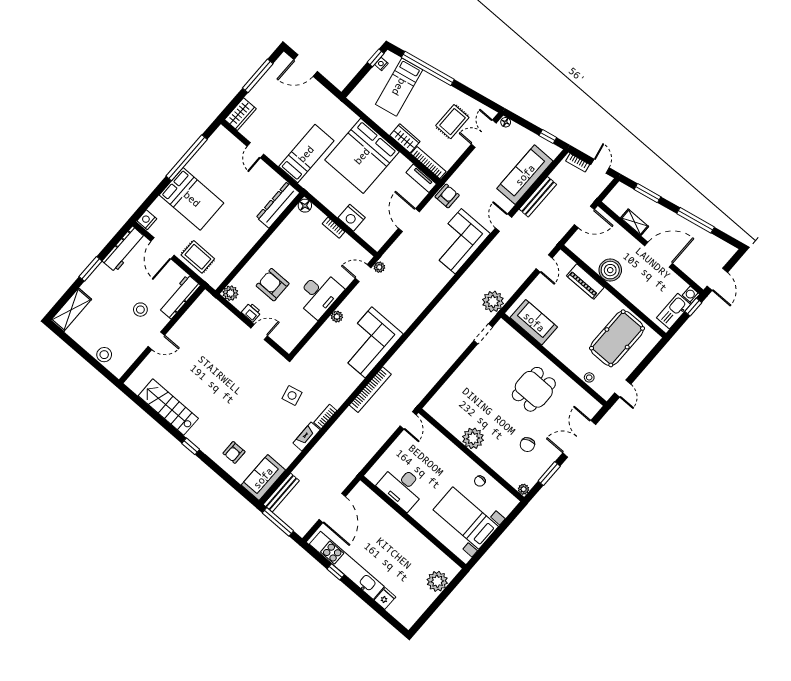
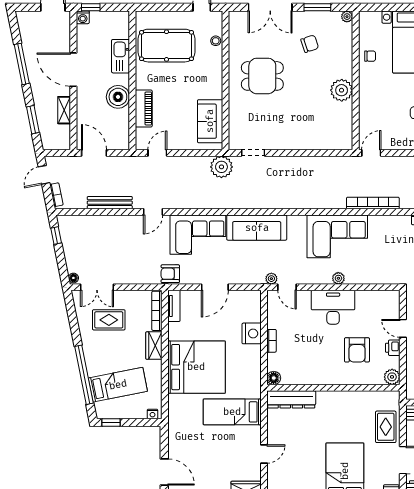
nightstand: (381, 64) -> (152, 414), moved
sofa: (525, 175) -> (257, 228), moved
kitchen sink: (674, 311) -> (121, 56), moved, turned 90

